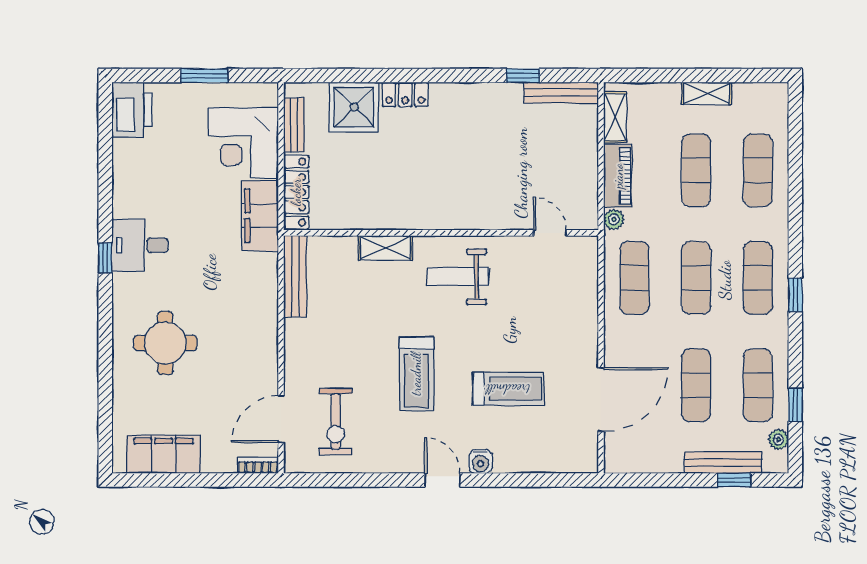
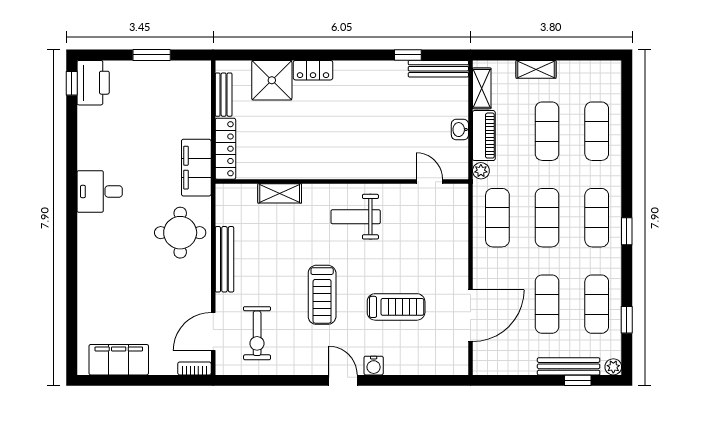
shelving: (707, 93) -> (536, 69), moved
corner desk: (243, 143) -> (183, 109), removed
washbasin: (588, 168) -> (460, 130), added
shelving: (385, 248) -> (280, 193), moved
window: (105, 258) -> (72, 83), moved
bench: (295, 276) -> (224, 259), moved
round table: (165, 343) -> (180, 233), moved
plant: (778, 439) -> (613, 367), moved

